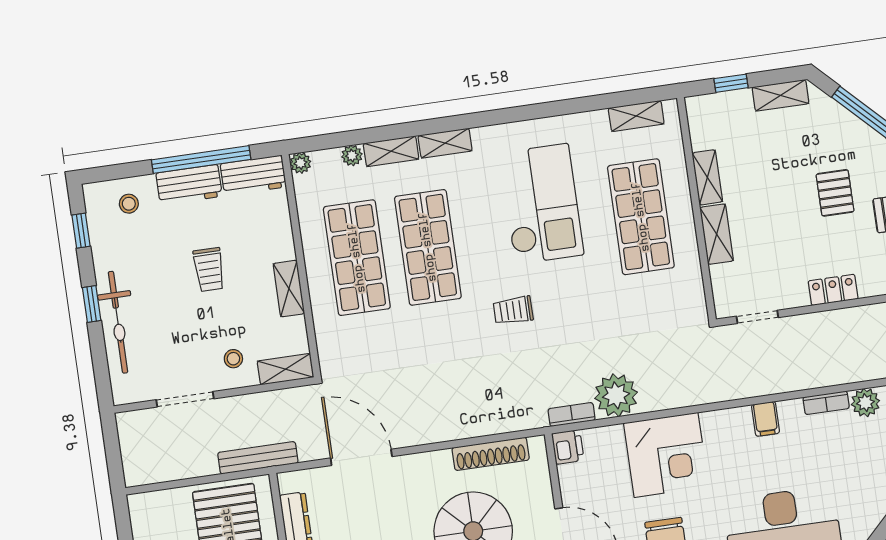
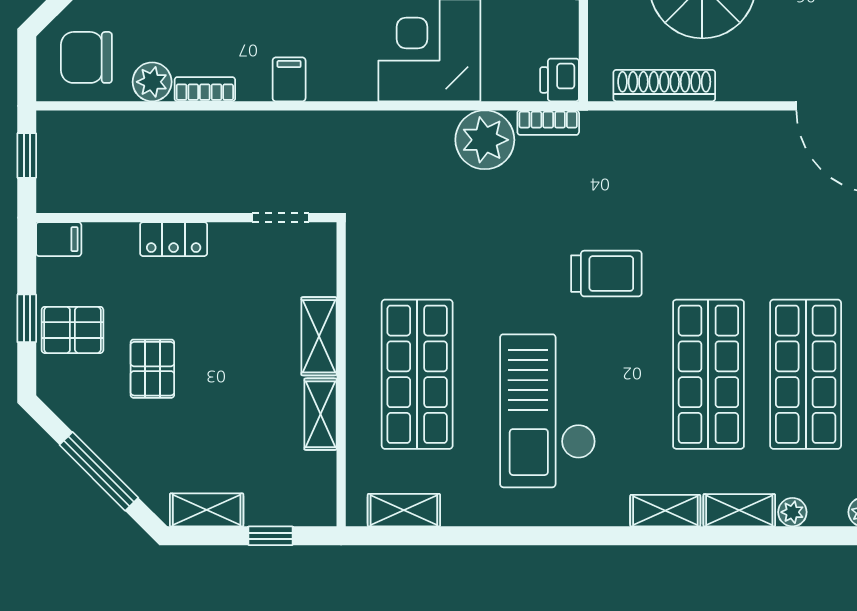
trolley: (513, 310) -> (606, 274), width x1.36, depth x1.39

